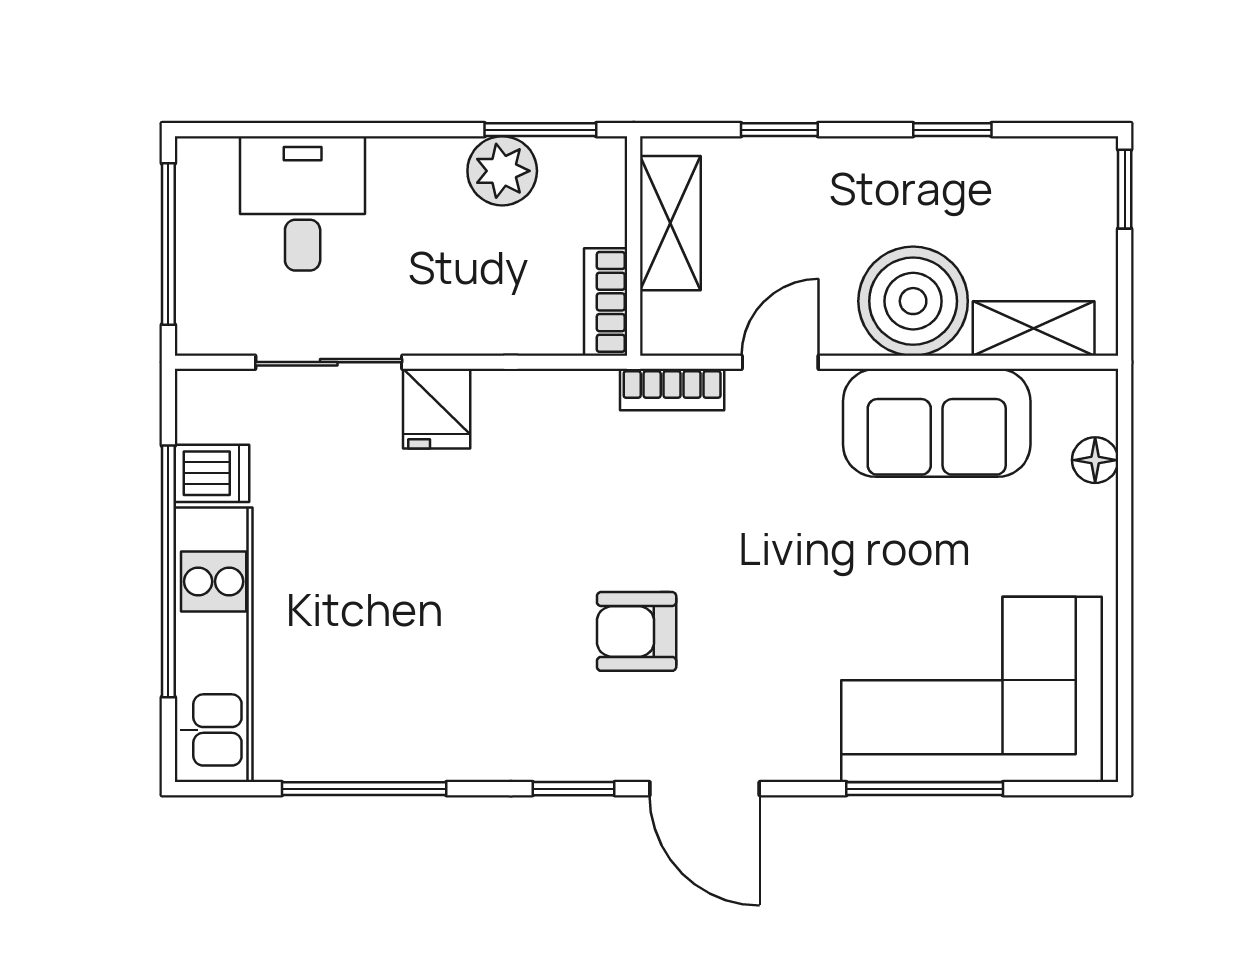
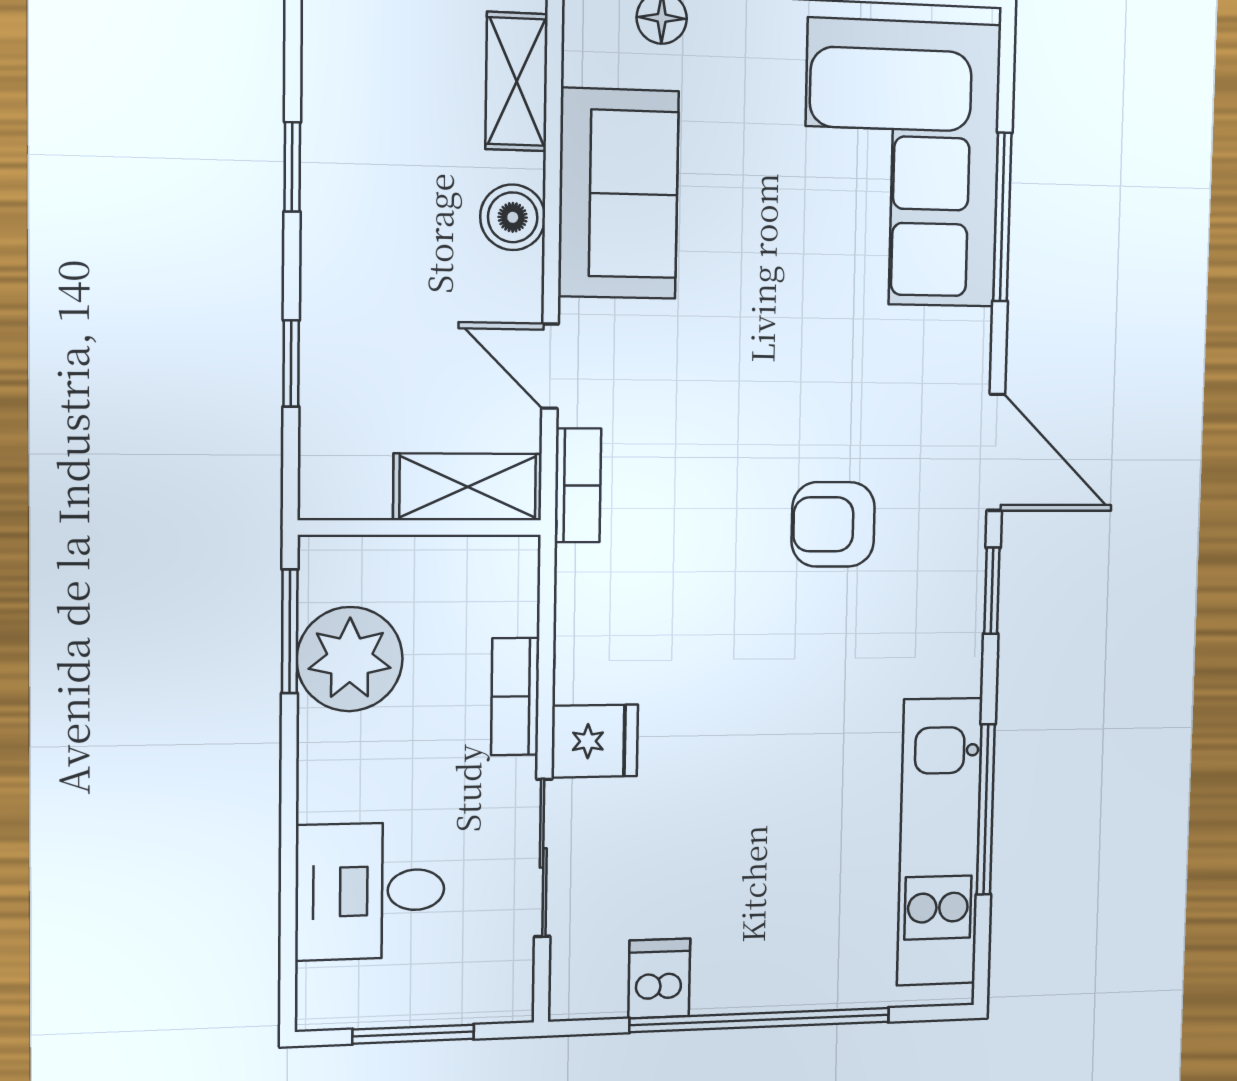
plant: (502, 171) -> (350, 659), width x1.36, depth x1.36
shelving: (670, 223) -> (468, 487), moved
window: (168, 244) -> (413, 1034), width x0.69
boiler: (913, 301) -> (513, 217), width x0.54, depth x0.54
bookcase: (606, 302) -> (515, 697), moved, turned 90
armchair: (637, 631) -> (833, 524), turned 90
kitchen unit: (214, 645) -> (940, 842), moved, turned -90
door: (705, 789) -> (996, 452), hinge flipped

